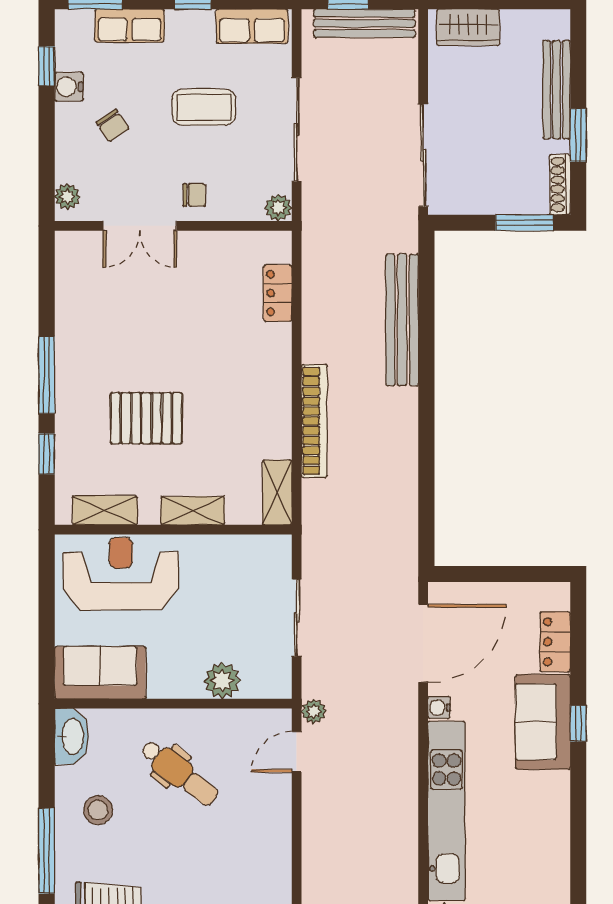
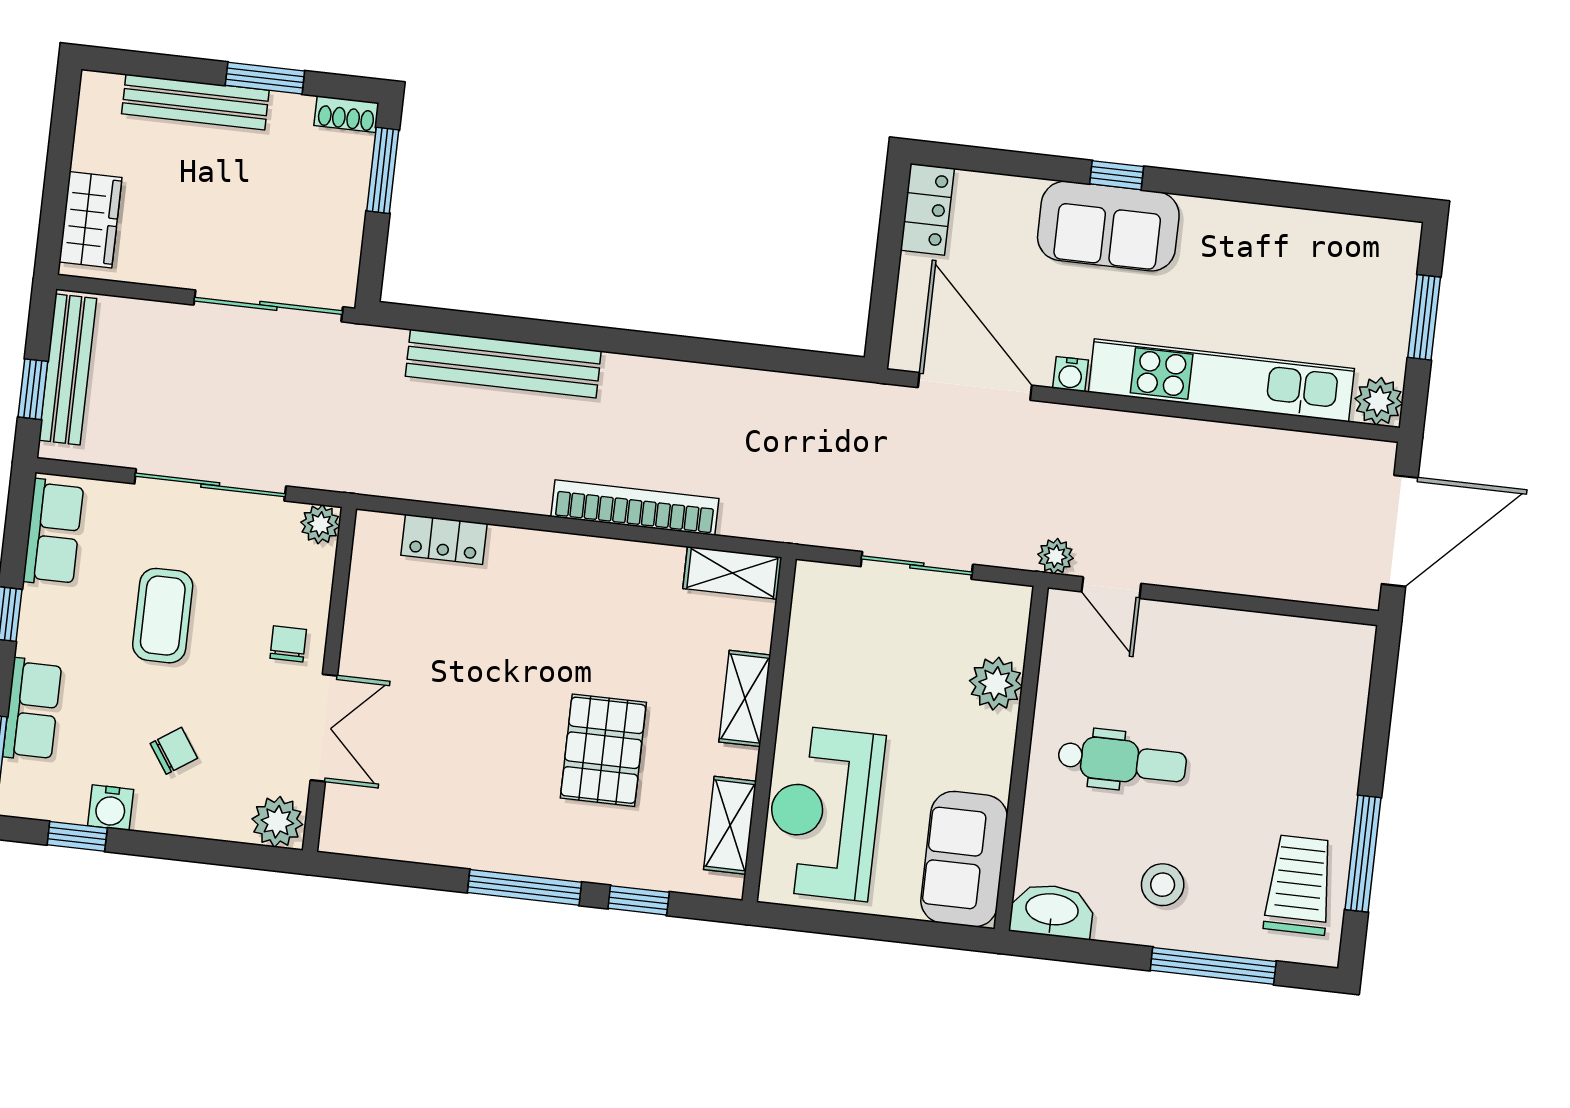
shoe rack: (560, 184) -> (346, 114), width x0.70
plant: (67, 197) -> (277, 822), width x1.38, depth x1.38
locker: (555, 642) -> (927, 209), moved, turned -90
dental chair: (179, 773) -> (1122, 761), turned 52

